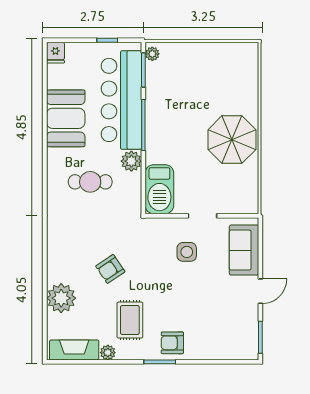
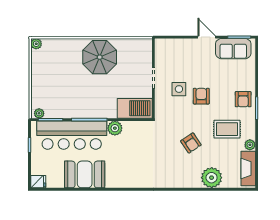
plant: (251, 50) -> (36, 44), added
cafe table: (90, 182) -> (130, 157), removed
sofa: (244, 250) -> (233, 49), moved
armchair: (177, 284) -> (201, 96), added

